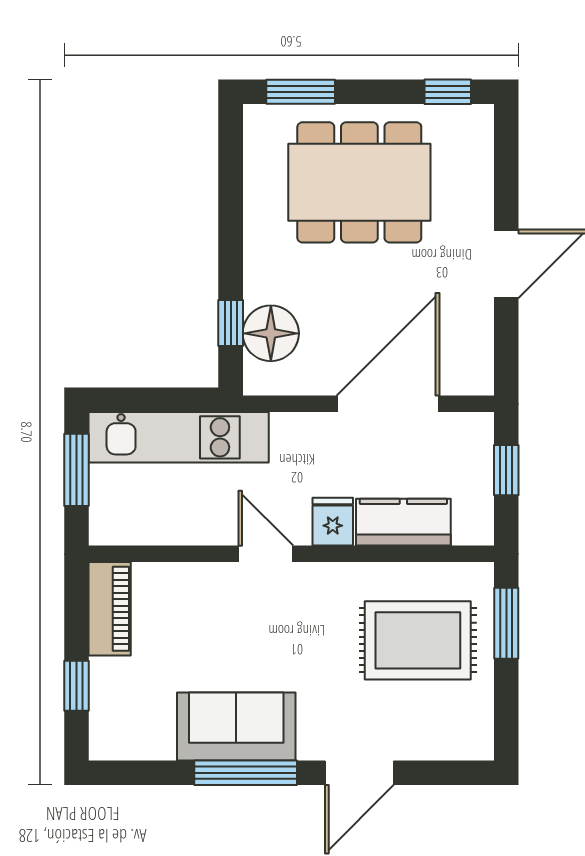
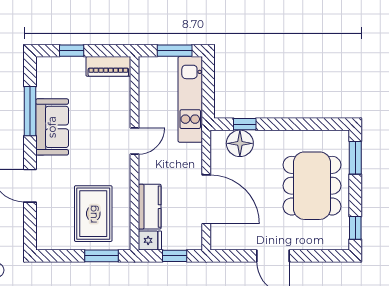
fridge: (333, 522) -> (150, 240), moved
window: (246, 773) -> (30, 111), moved

